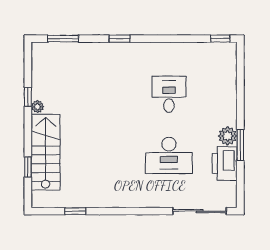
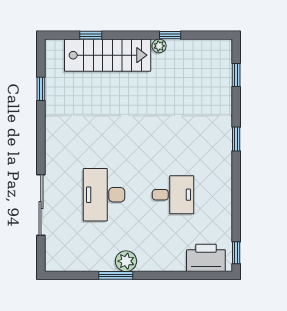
window: (63, 39) -> (236, 75), width x0.67
printer: (225, 164) -> (206, 258), moved
sliding door: (200, 211) -> (41, 205), moved

